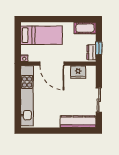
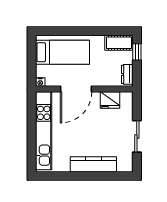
window: (99, 48) -> (137, 52), moved
door: (52, 64) -> (76, 89), hinge flipped
kitchen counter: (78, 122) -> (93, 164), moved

